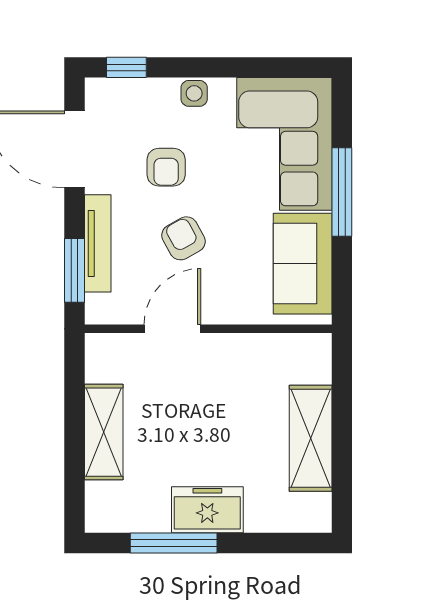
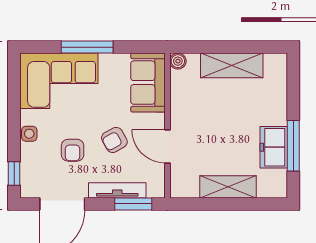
armchair: (166, 167) -> (73, 150), turned 90
sofa: (303, 264) -> (148, 83), moved, turned 90
boiler: (318, 347) -> (178, 61), added
freezer: (207, 510) -> (274, 147), moved

